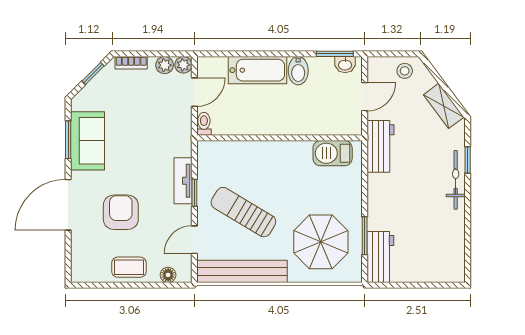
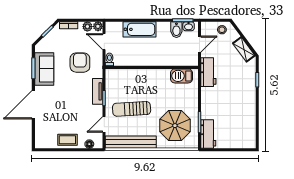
bidet: (298, 71) -> (176, 30), moved
door: (194, 92) -> (104, 42), swing flipped
bicycle: (456, 180) -> (251, 91), removed
armchair: (121, 212) -> (80, 63), moved
sun lounger: (243, 212) -> (132, 109), turned -34

